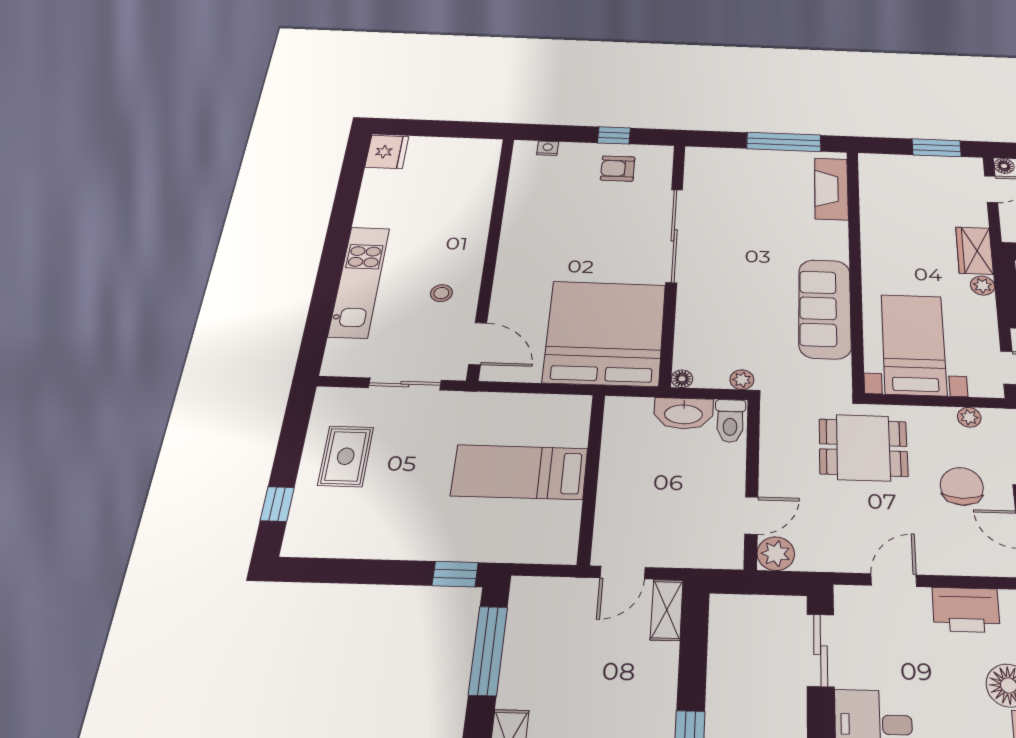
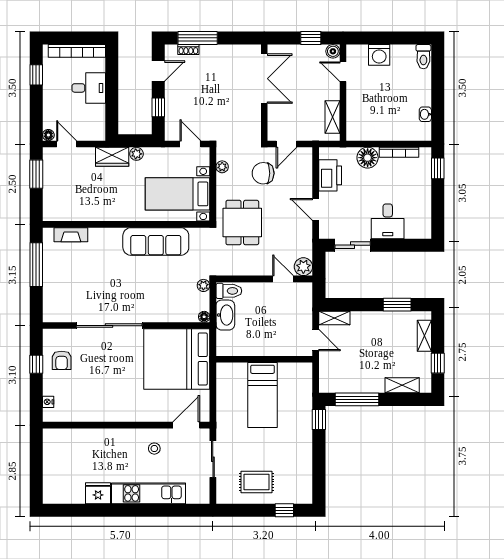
fridge: (387, 152) -> (98, 493), moved
fireplace: (831, 189) -> (71, 235), width x0.73, depth x0.76

